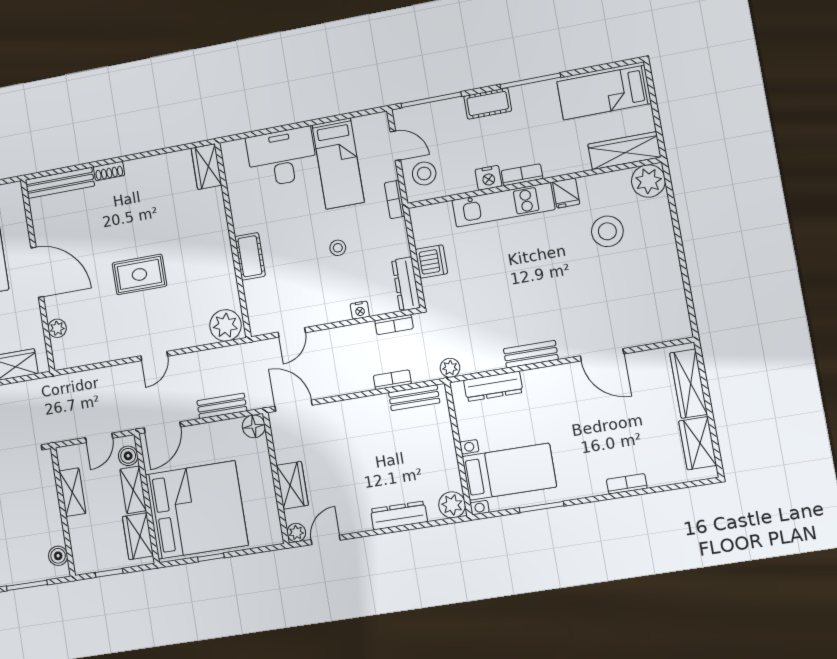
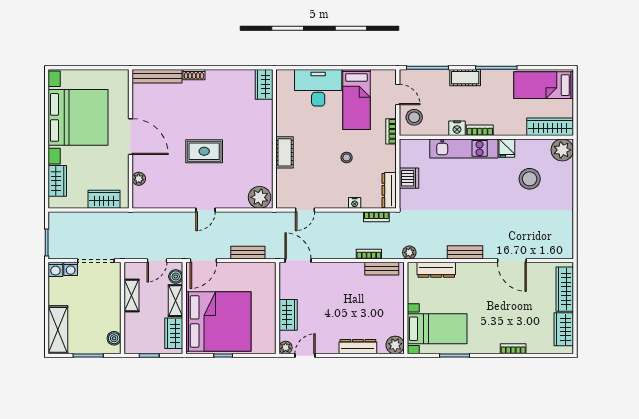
floor lamp: (254, 426) -> (268, 270), removed

